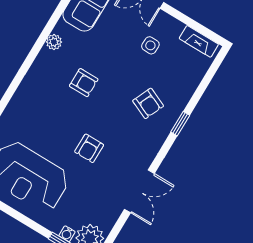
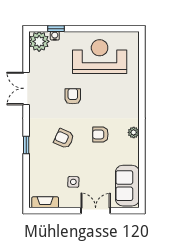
plant: (54, 42) -> (134, 132), moved
armchair: (148, 103) -> (64, 139), moved

